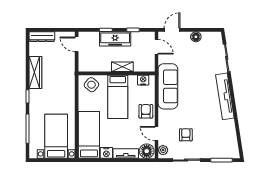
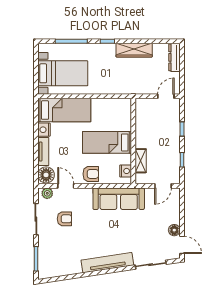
door: (172, 30) -> (182, 245), moved
freezer: (115, 39) -> (172, 139), removed
shelving: (122, 67) -> (141, 161), moved
side table: (91, 85) -> (121, 113), removed
door: (156, 134) -> (66, 186), hinge flipped

